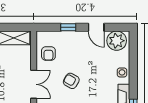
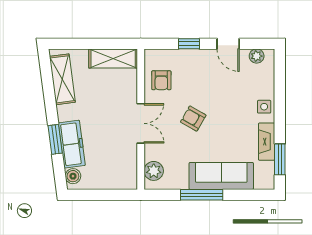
plant: (117, 41) -> (257, 56), width x0.53, depth x0.53

